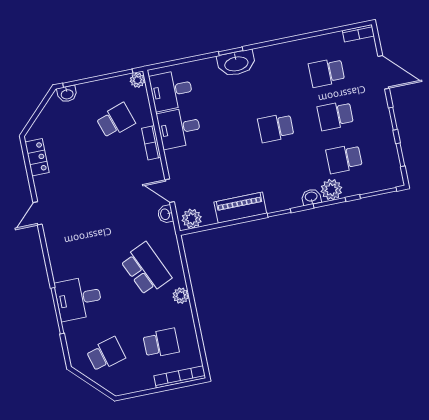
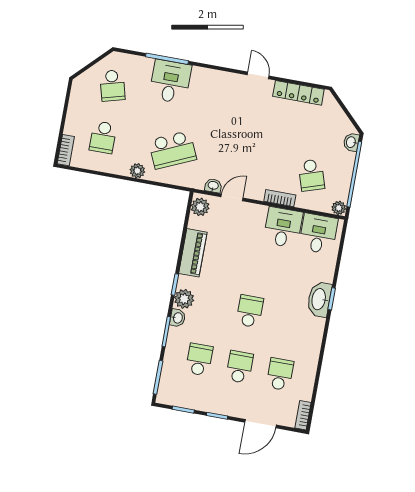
locker: (37, 157) -> (298, 93), width x1.53
plant: (331, 190) -> (184, 299), moved
bookcase: (180, 377) -> (66, 150), width x0.64

